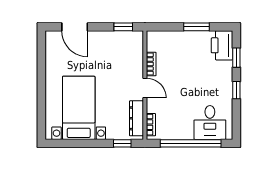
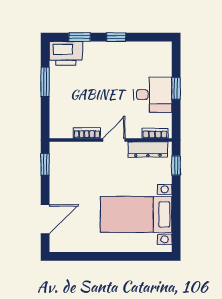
desk: (210, 122) -> (153, 95), moved
window: (191, 143) -> (176, 88), width x0.32

